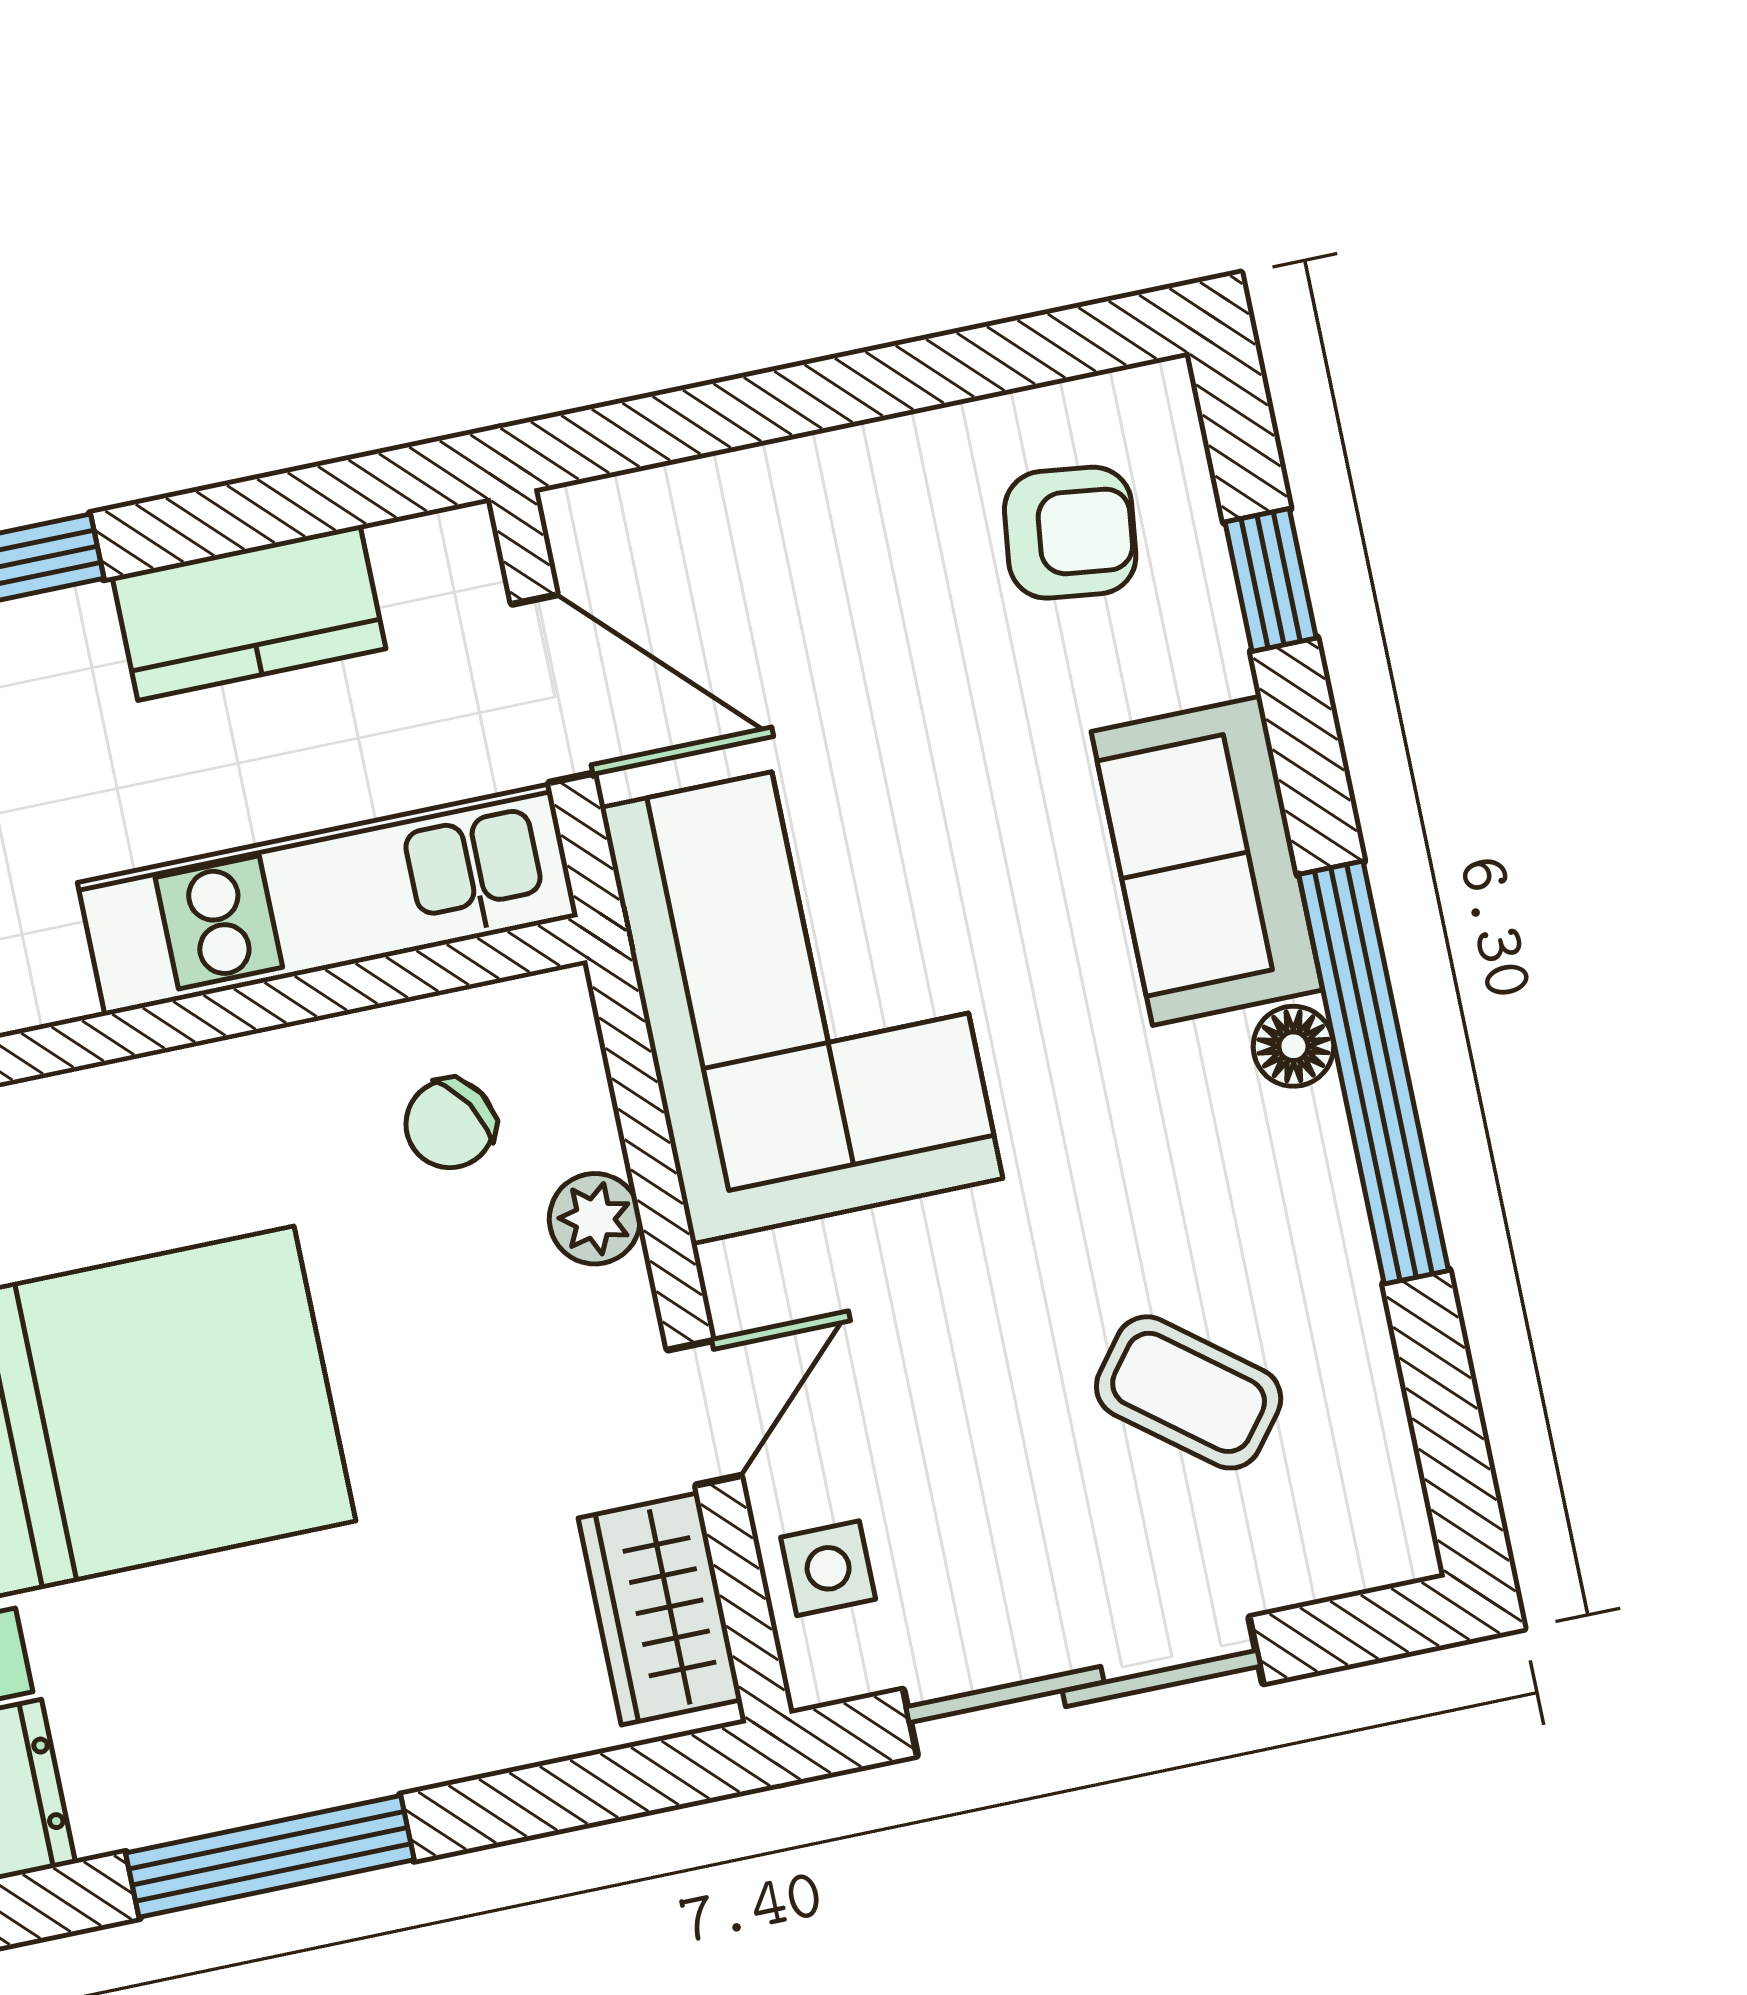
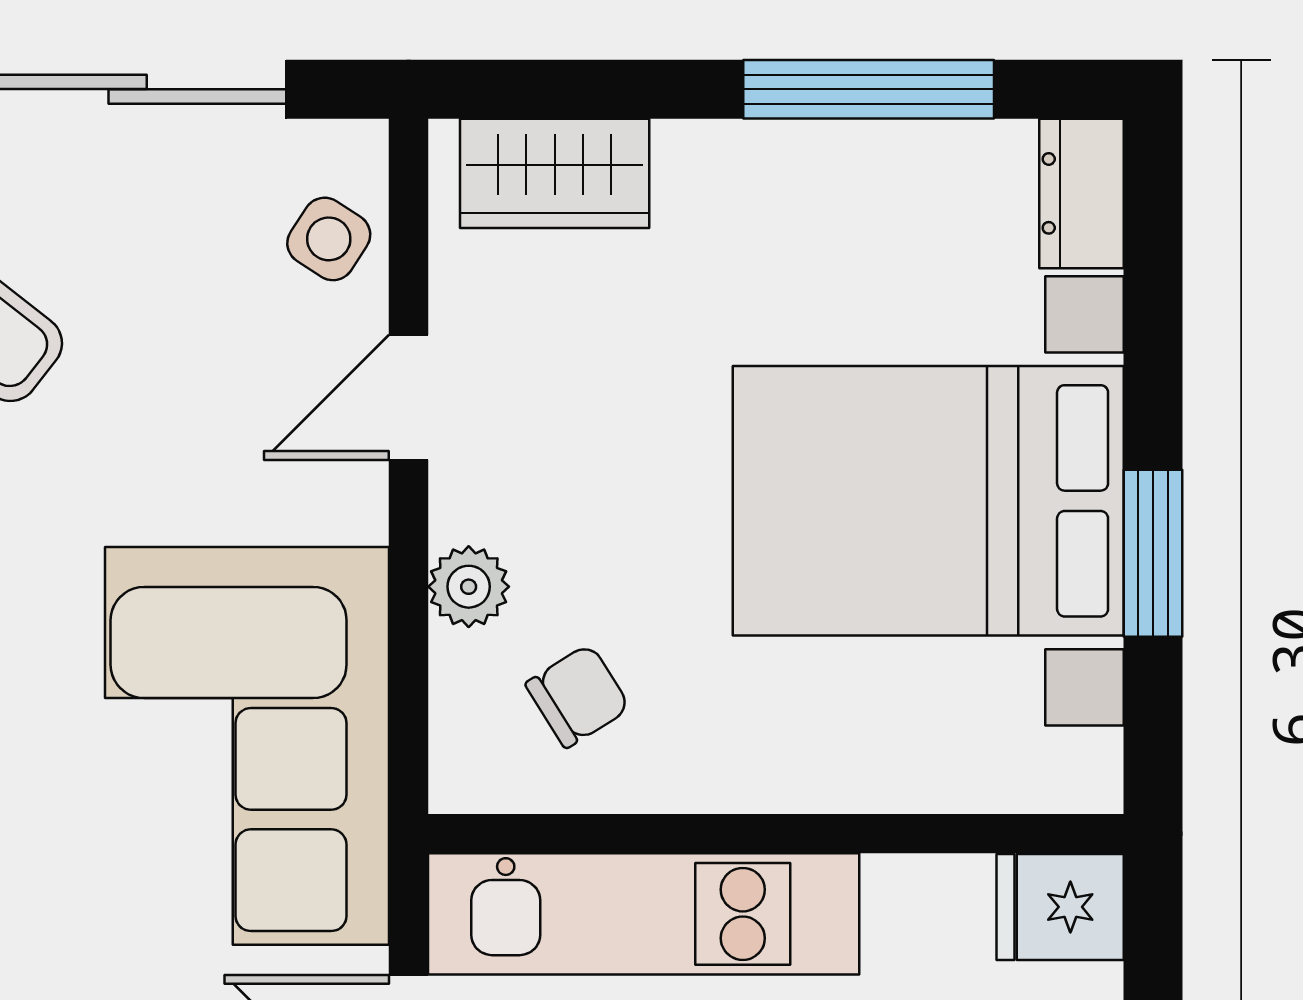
side table: (828, 1568) -> (329, 239), turned 33
wardrobe: (660, 1609) -> (555, 173), moved, turned 90

